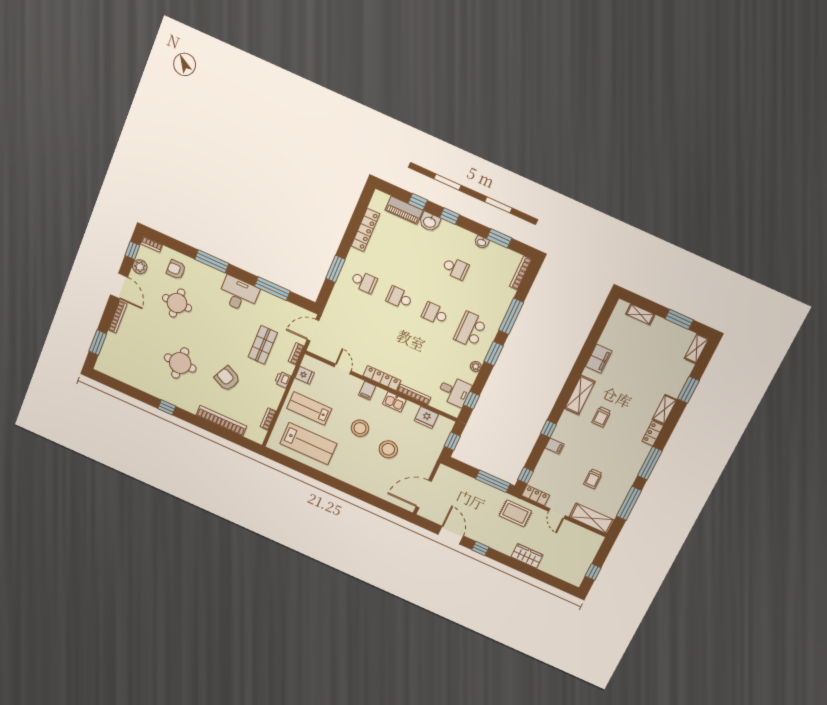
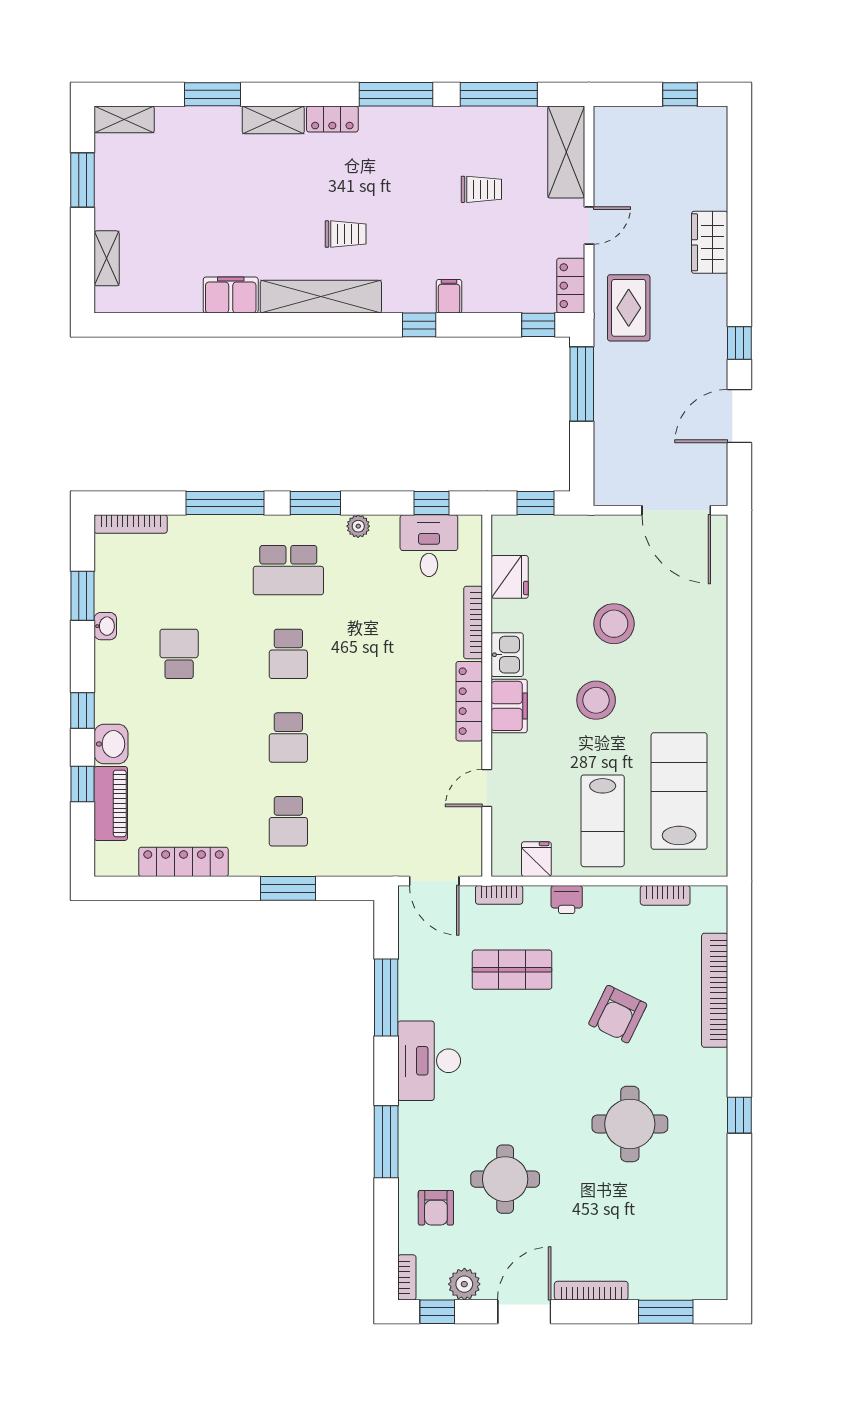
school desk: (364, 282) -> (288, 821), turned 180
filing cabinet: (367, 390) -> (509, 706), width x2.00
shelving: (580, 395) -> (321, 297), width x1.47

